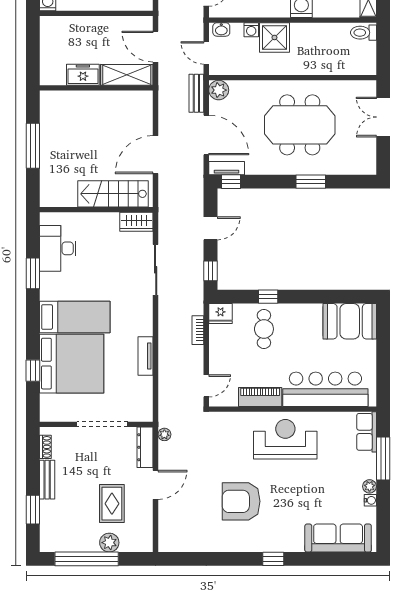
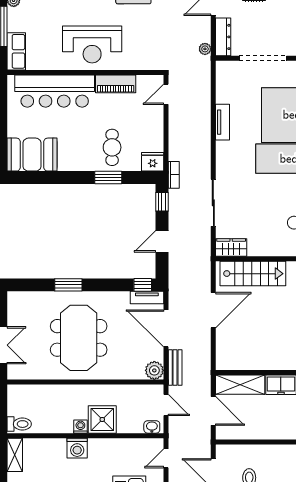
washing machine: (251, 30) -> (80, 427), moved
meeting table: (300, 125) -> (79, 338), turned 90
window: (268, 297) -> (108, 178), width x1.50
bookcase: (198, 330) -> (174, 175), moved

